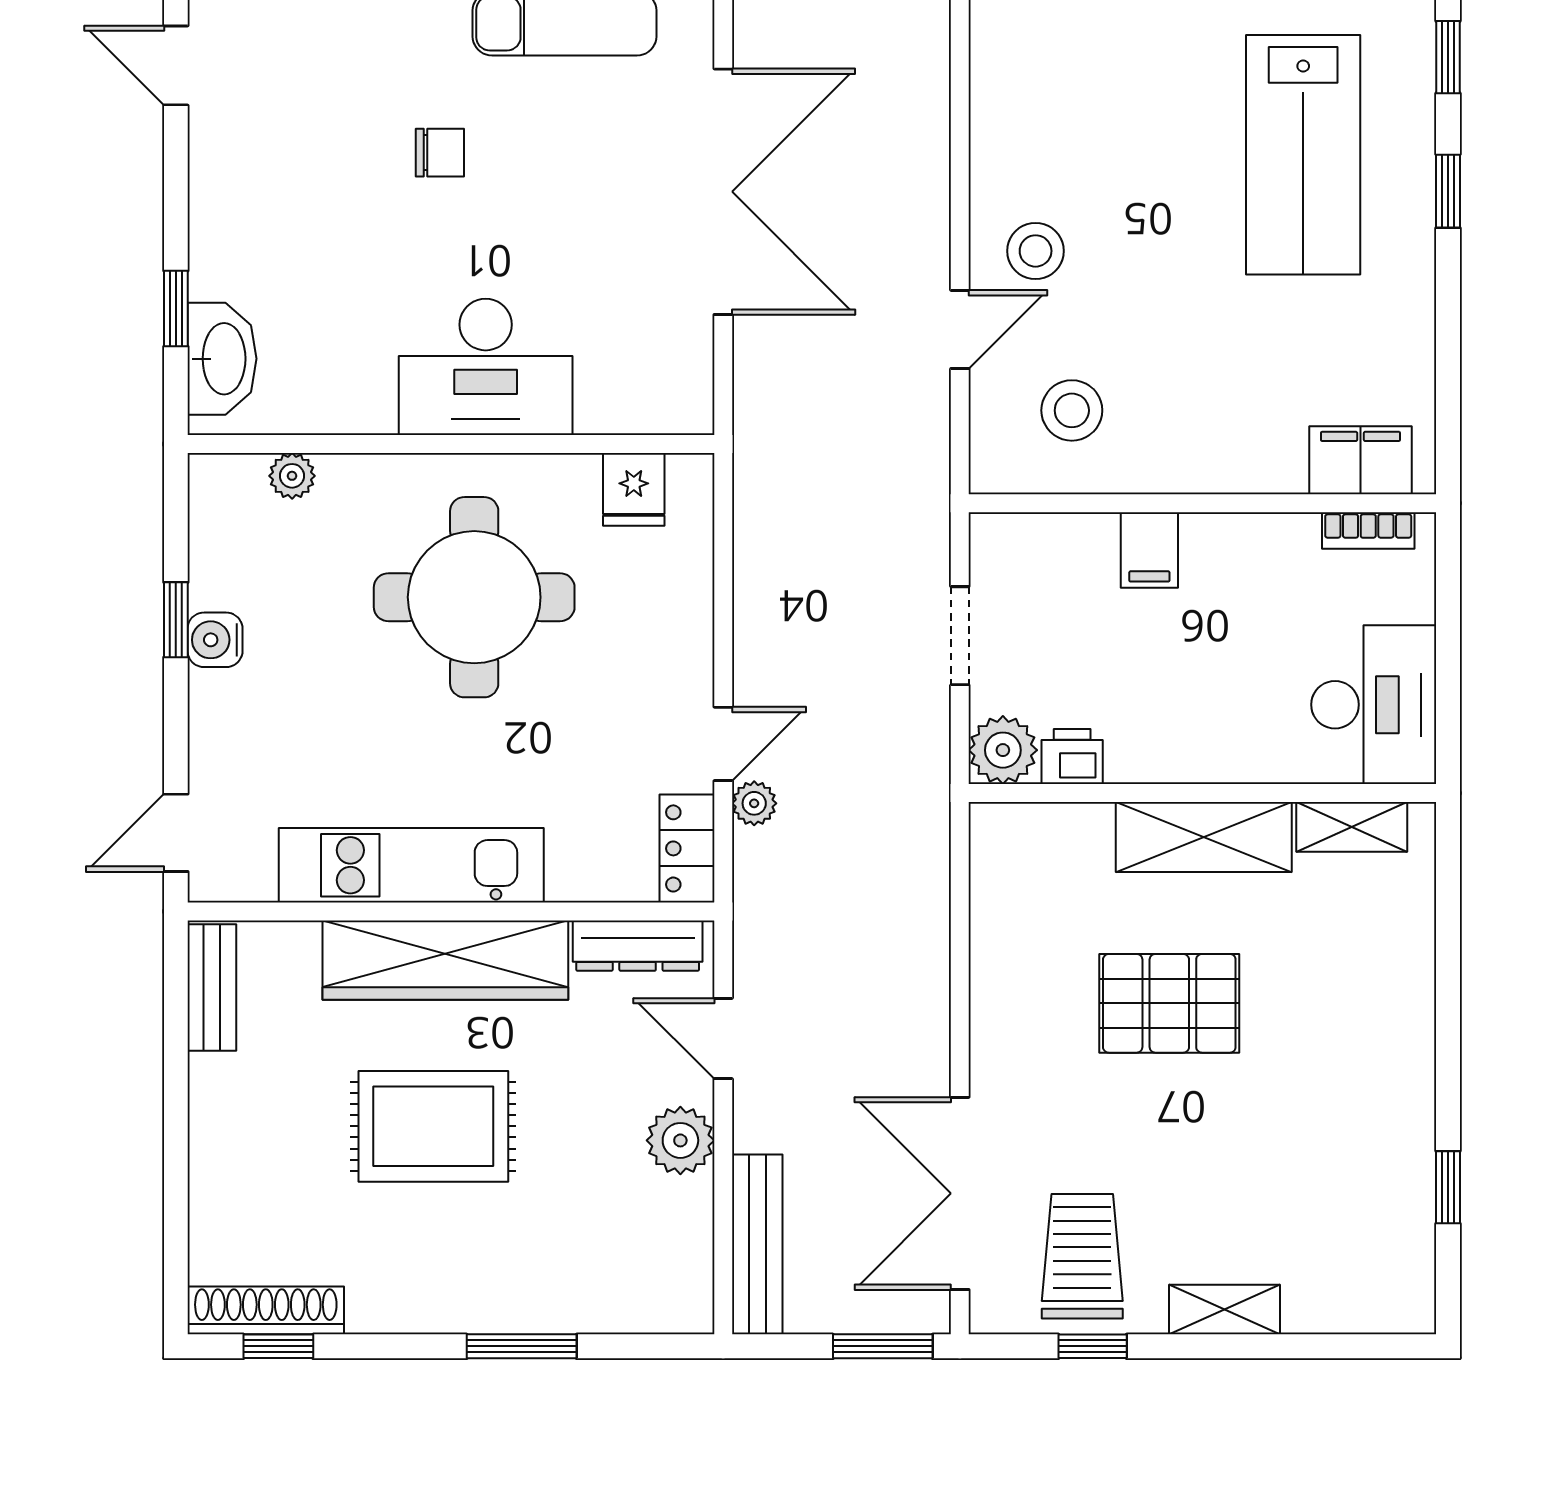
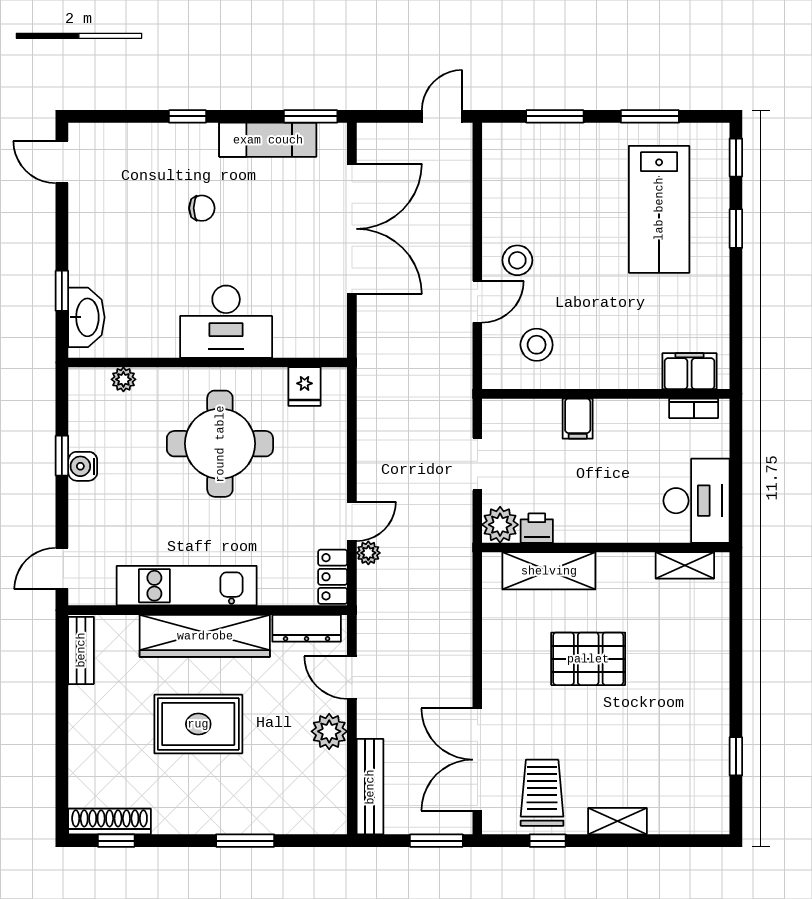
shelving: (1204, 837) -> (549, 571), moved

